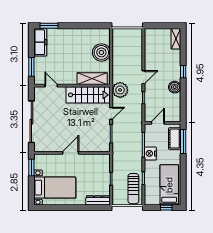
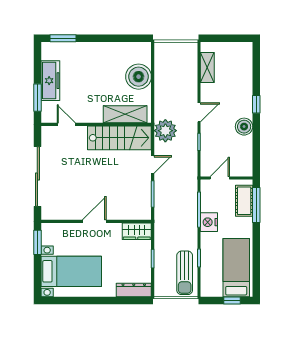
shelving: (176, 39) -> (207, 67), moved
freezer: (40, 42) -> (50, 81), moved
wardrobe: (100, 160) -> (137, 231), added

